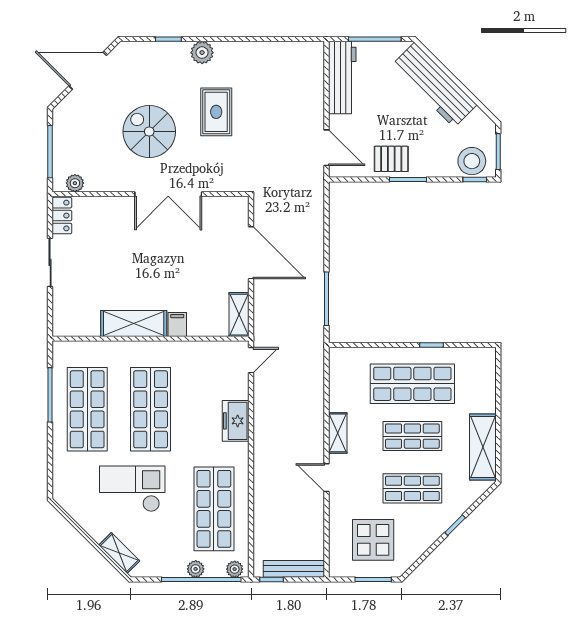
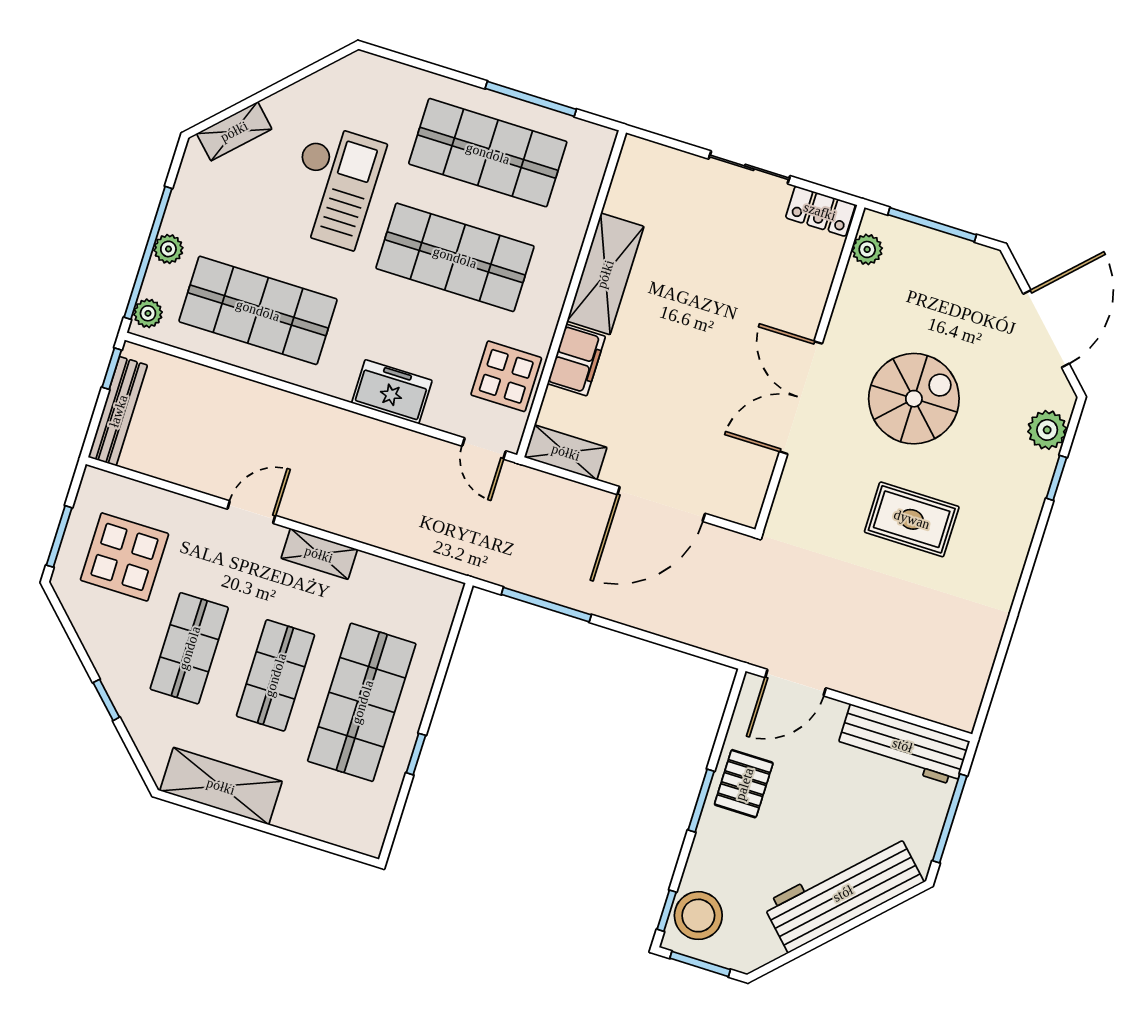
plant: (202, 53) -> (1047, 430), moved
filing cabinet: (177, 324) -> (576, 360), width x2.00
display table: (207, 360) -> (506, 376), added

